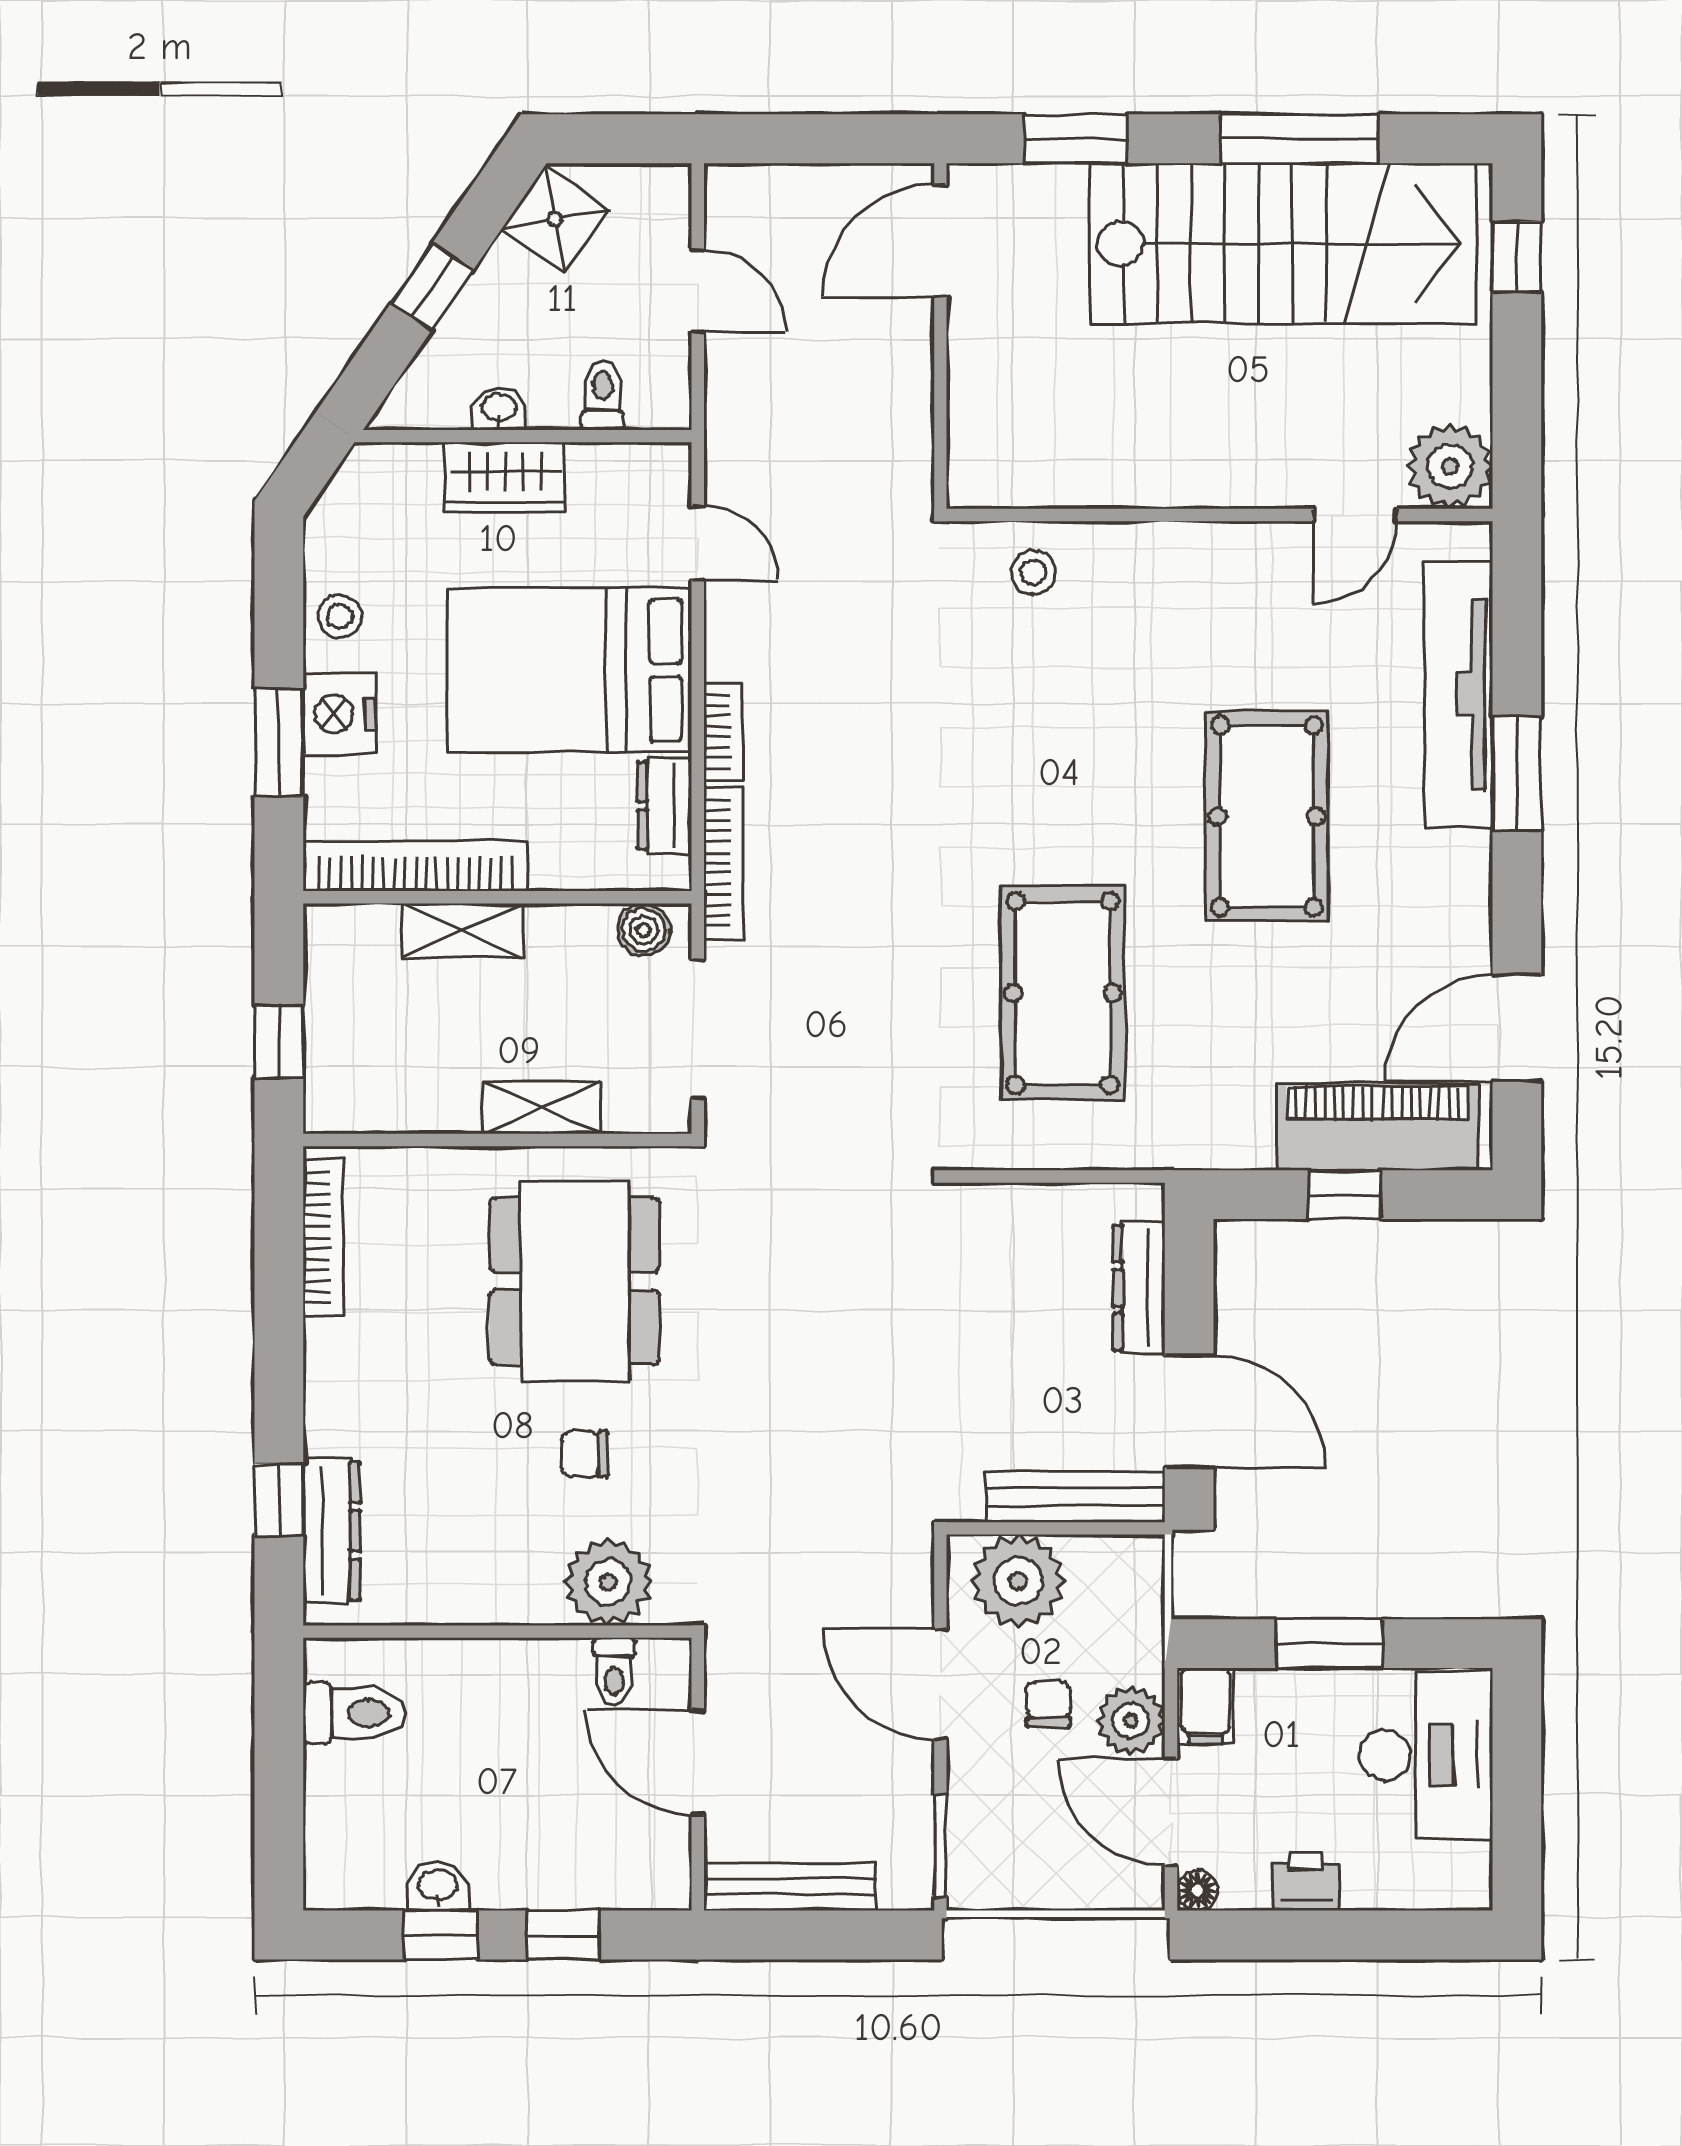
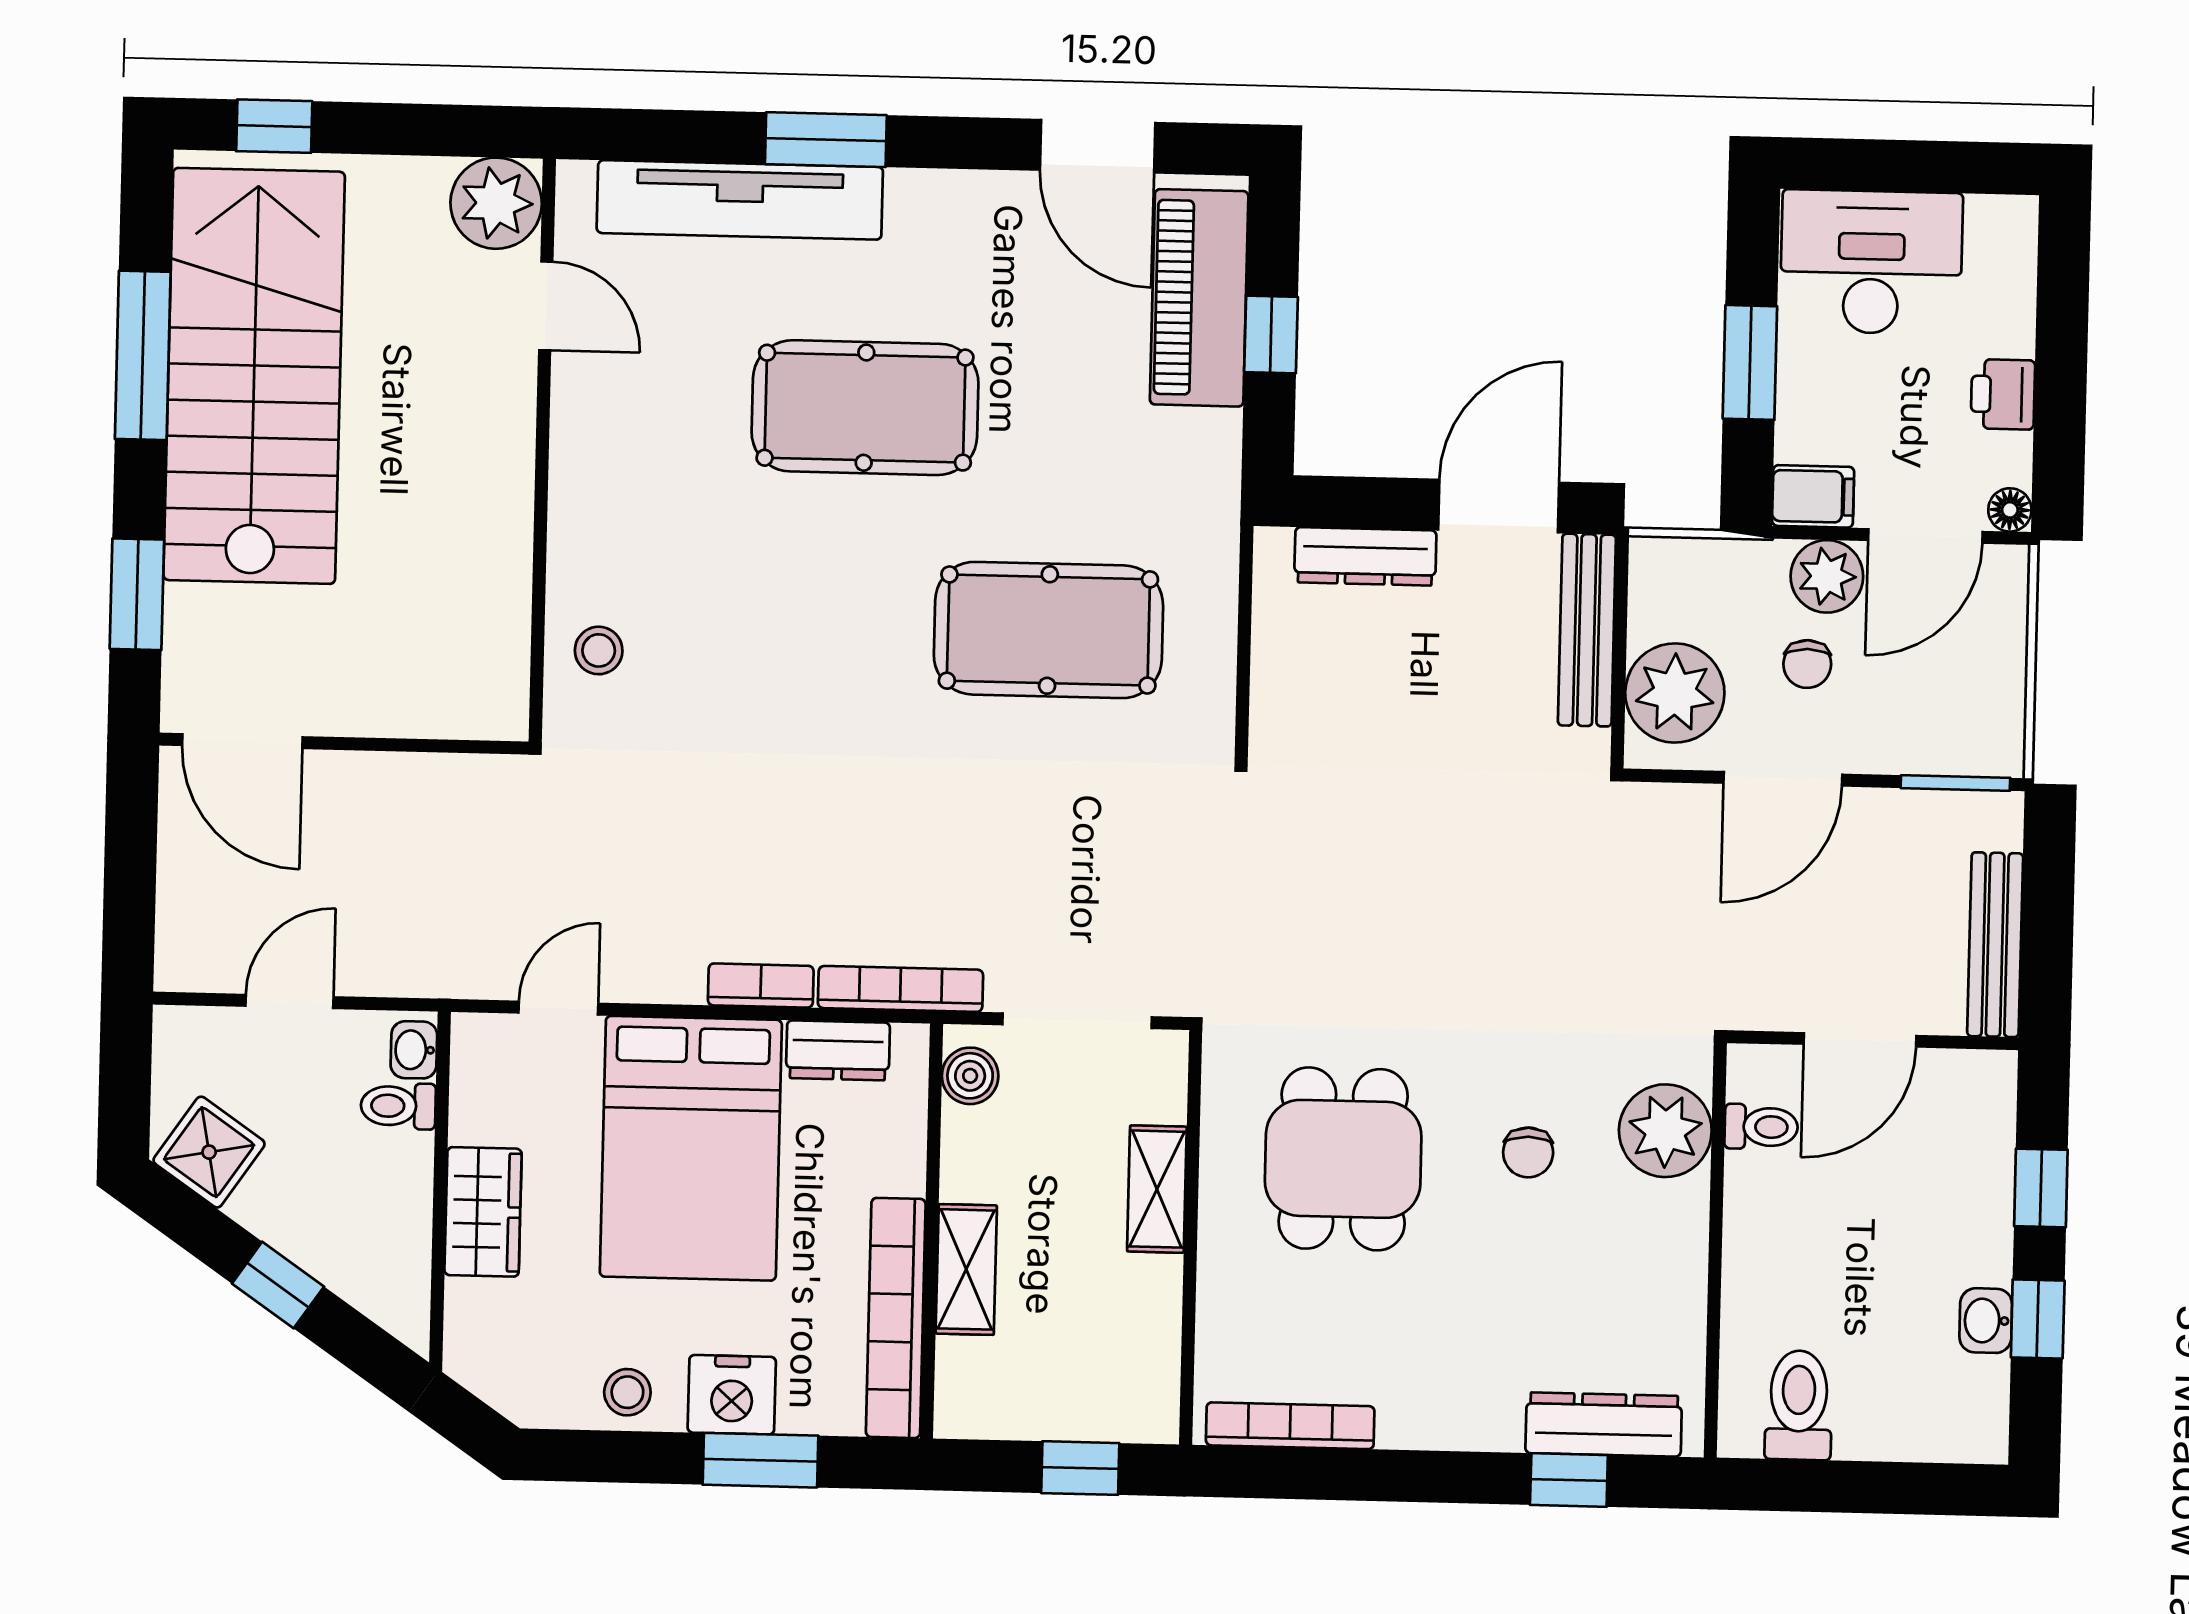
washbasin: (499, 409) -> (414, 1050), moved
dining table: (574, 1281) -> (1343, 1159), width x0.73
chair: (1048, 1704) -> (1807, 664), turned -90

